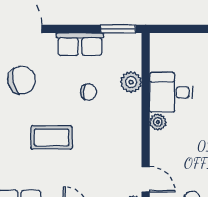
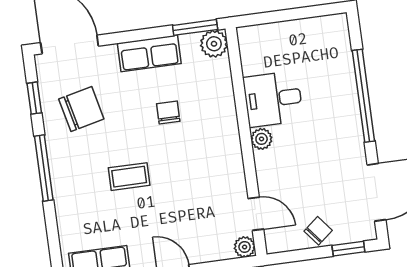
plant: (131, 82) -> (214, 44), moved
chair: (88, 92) -> (168, 112), turned -94
coffee table: (52, 137) -> (129, 177), width x0.73, depth x0.77

